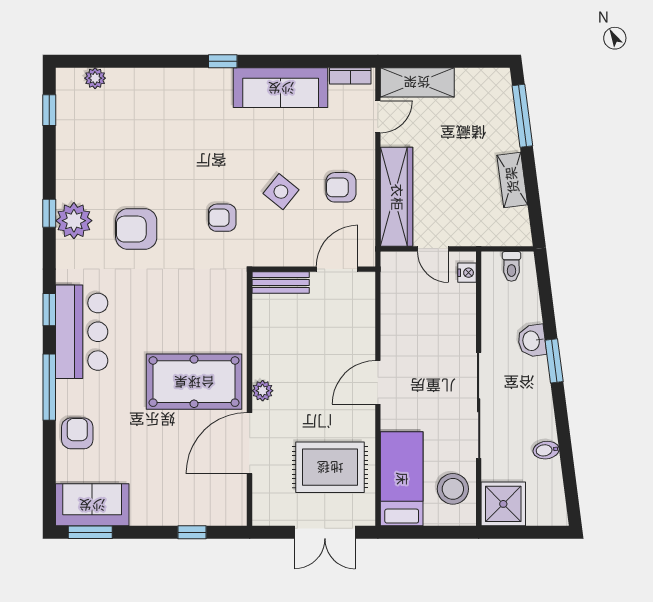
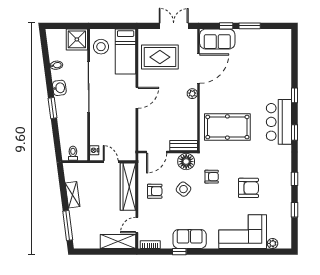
window: (223, 61) -> (179, 252), moved
sofa: (281, 88) -> (190, 239), width x0.73
corner sofa: (157, 103) -> (243, 232), added
window: (49, 110) -> (294, 210), moved
plant: (74, 221) -> (283, 175), removed
armchair: (136, 229) -> (248, 188), moved
floor lamp: (275, 249) -> (186, 162), added
washbasin: (532, 341) -> (59, 88), moved
pool table: (194, 382) -> (227, 127), moved
window: (49, 387) -> (294, 95), width x0.46
armchair: (77, 433) -> (281, 73), removed
sofa: (92, 505) -> (217, 39), moved
window: (90, 532) -> (250, 26), moved
double door: (325, 532) -> (174, 26), moved

